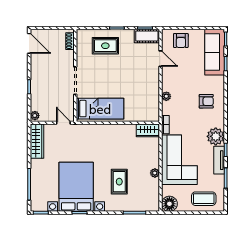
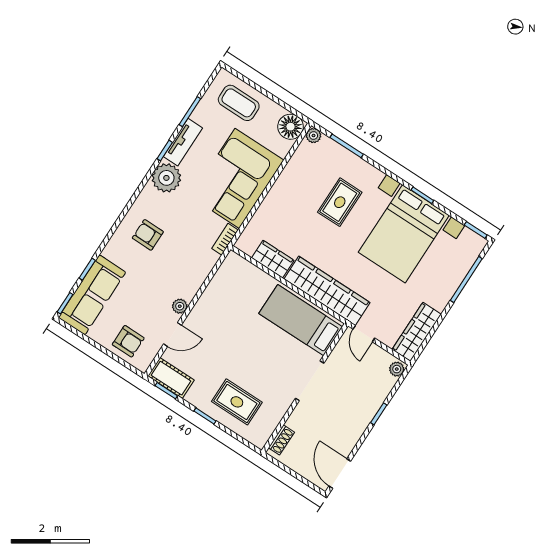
armchair: (181, 41) -> (128, 341), turned 90
door: (161, 59) -> (172, 335), swing flipped
plant: (166, 96) -> (180, 306), moved
wardrobe: (148, 130) -> (273, 259), moved
wardrobe: (96, 132) -> (327, 291), added
plant: (155, 173) -> (314, 135), moved

